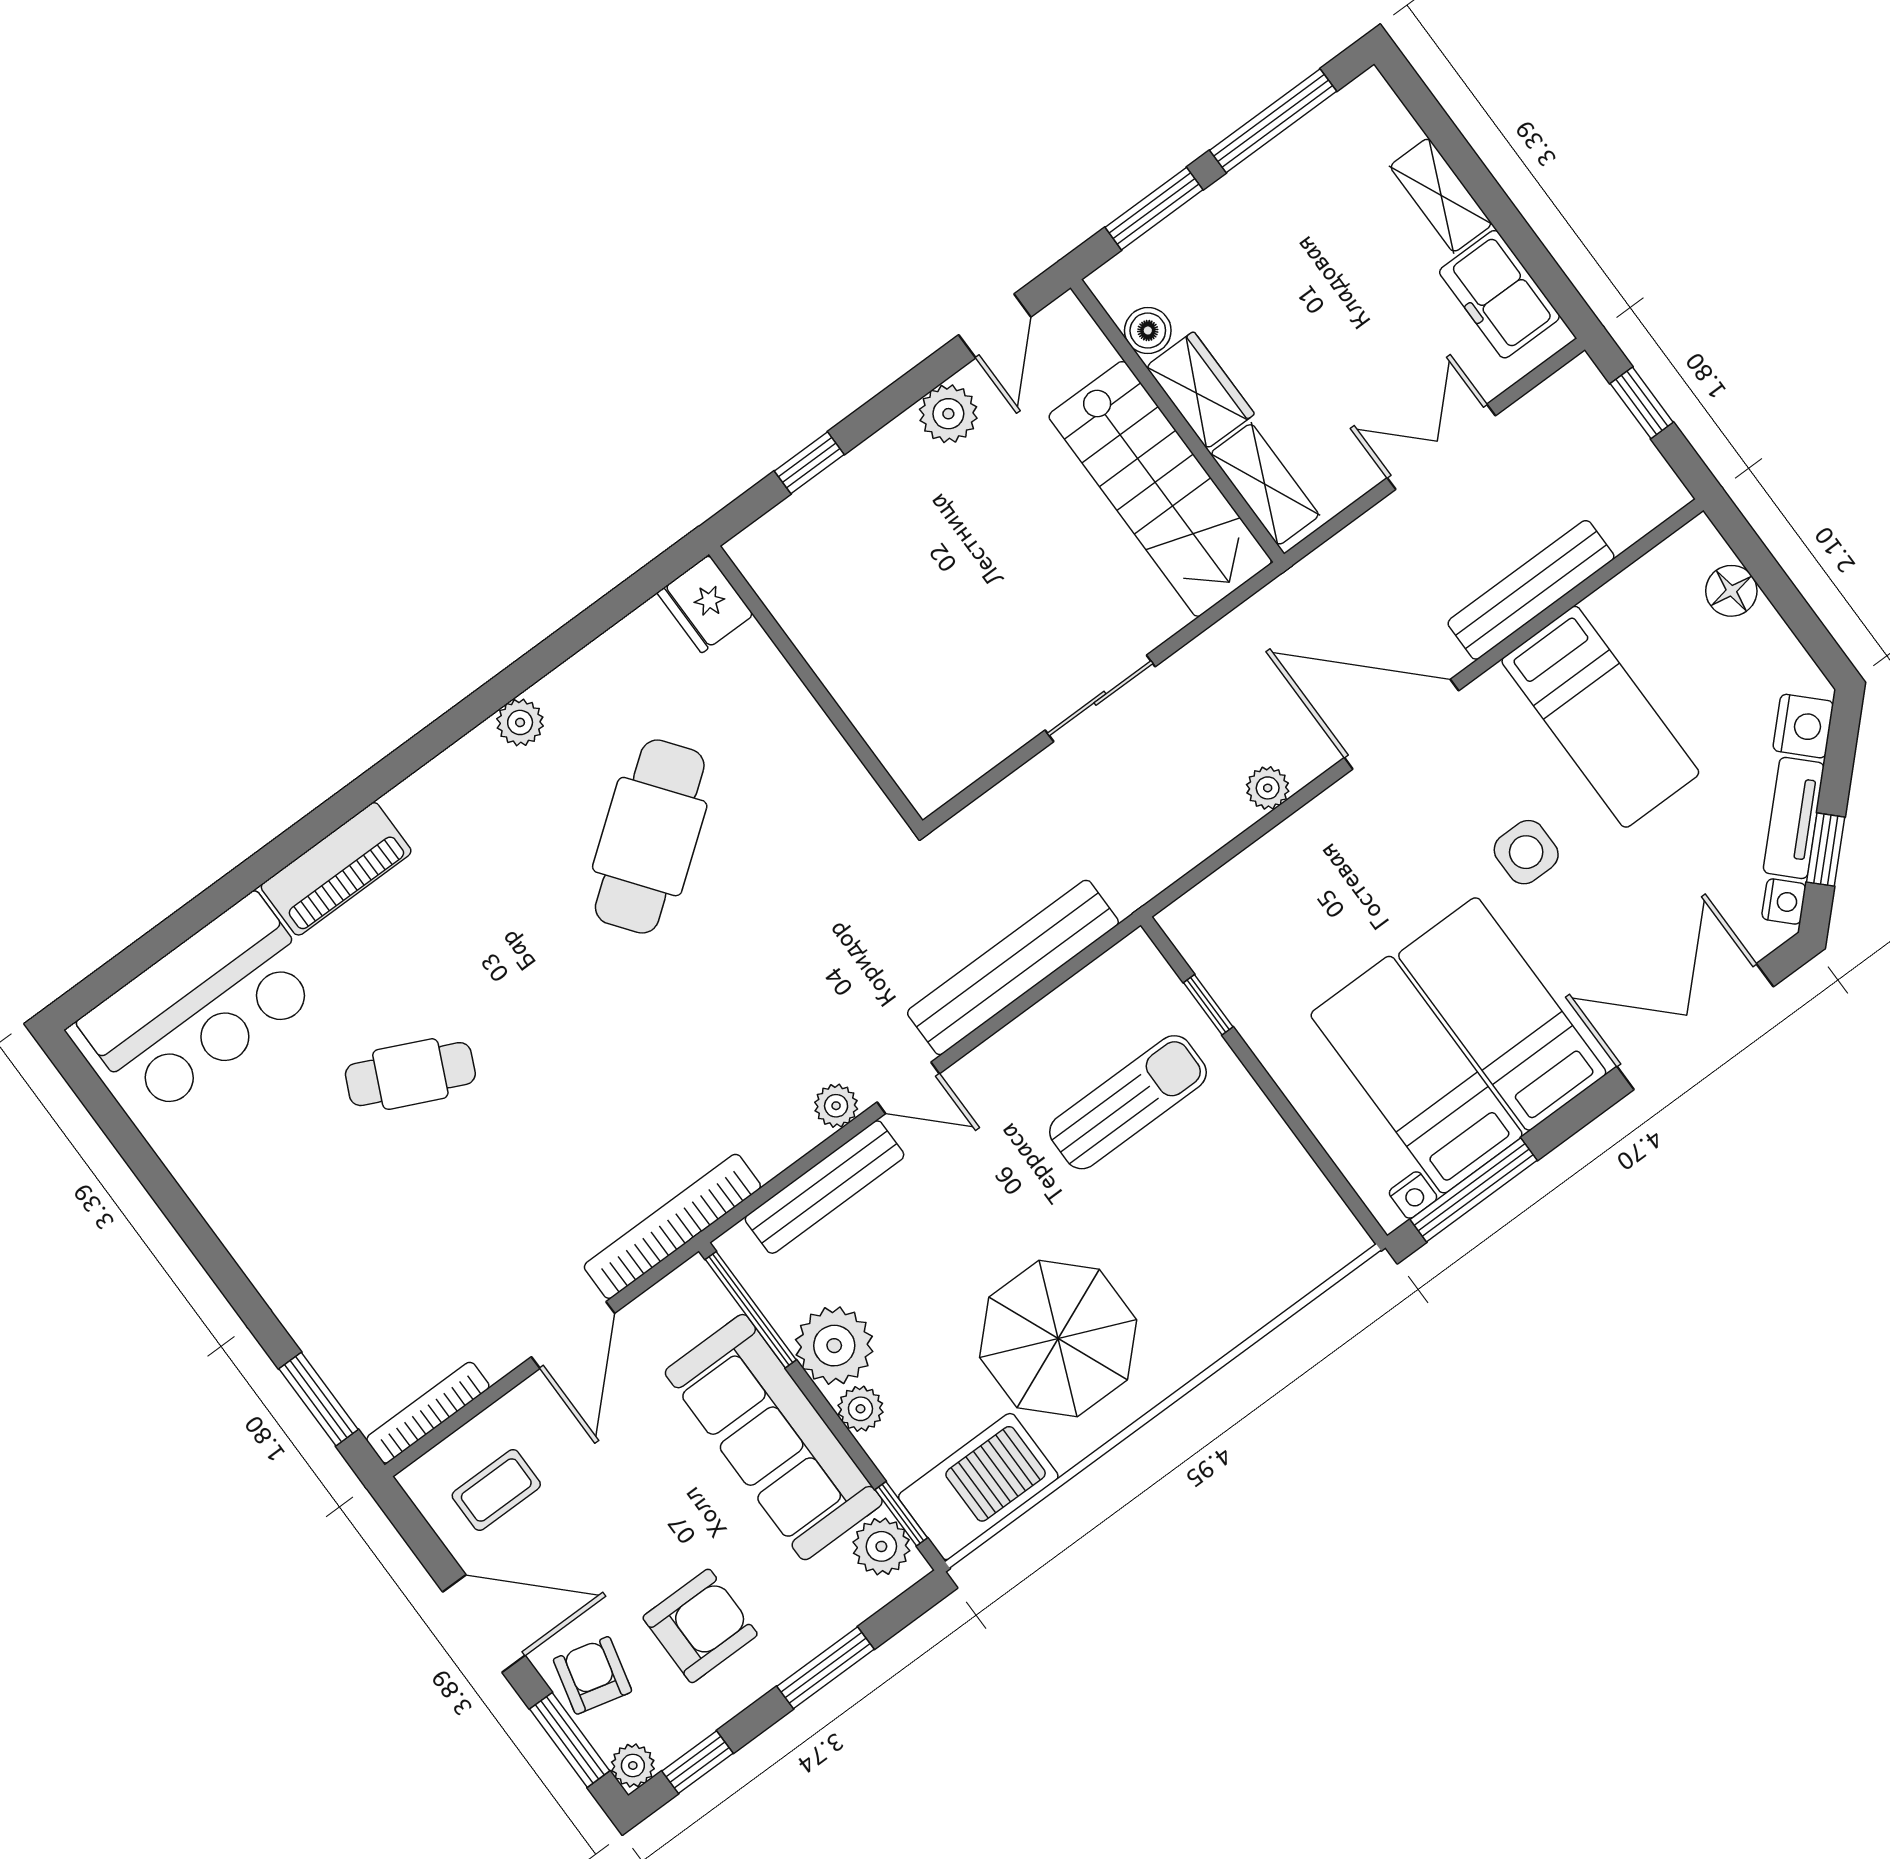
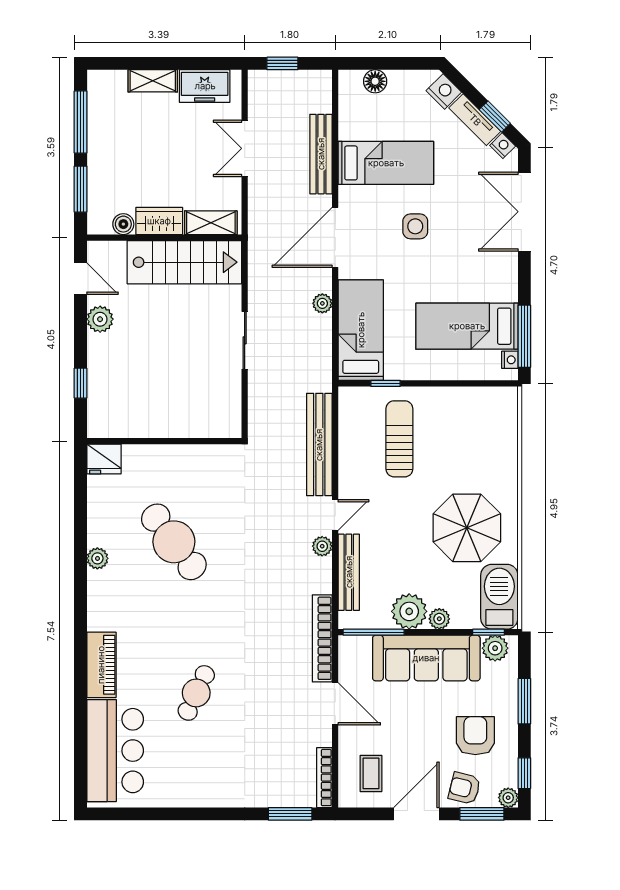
bed: (1502, 1014) -> (361, 330), moved, turned 90

